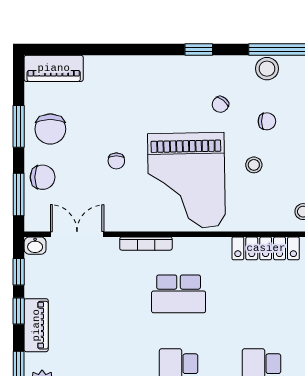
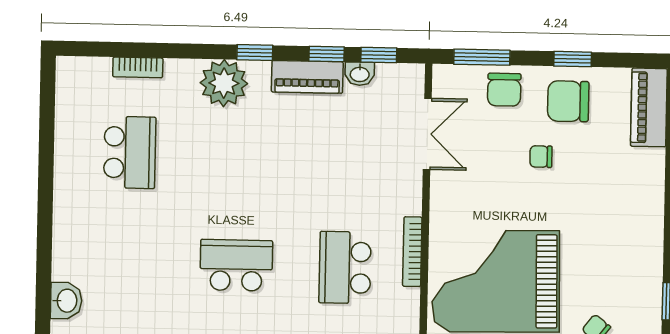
window: (19, 126) -> (573, 59), width x0.67
chair: (116, 161) -> (541, 157), moved
bookcase: (146, 244) -> (412, 252), moved
washbasin: (35, 246) -> (360, 74), moved, turned -90

